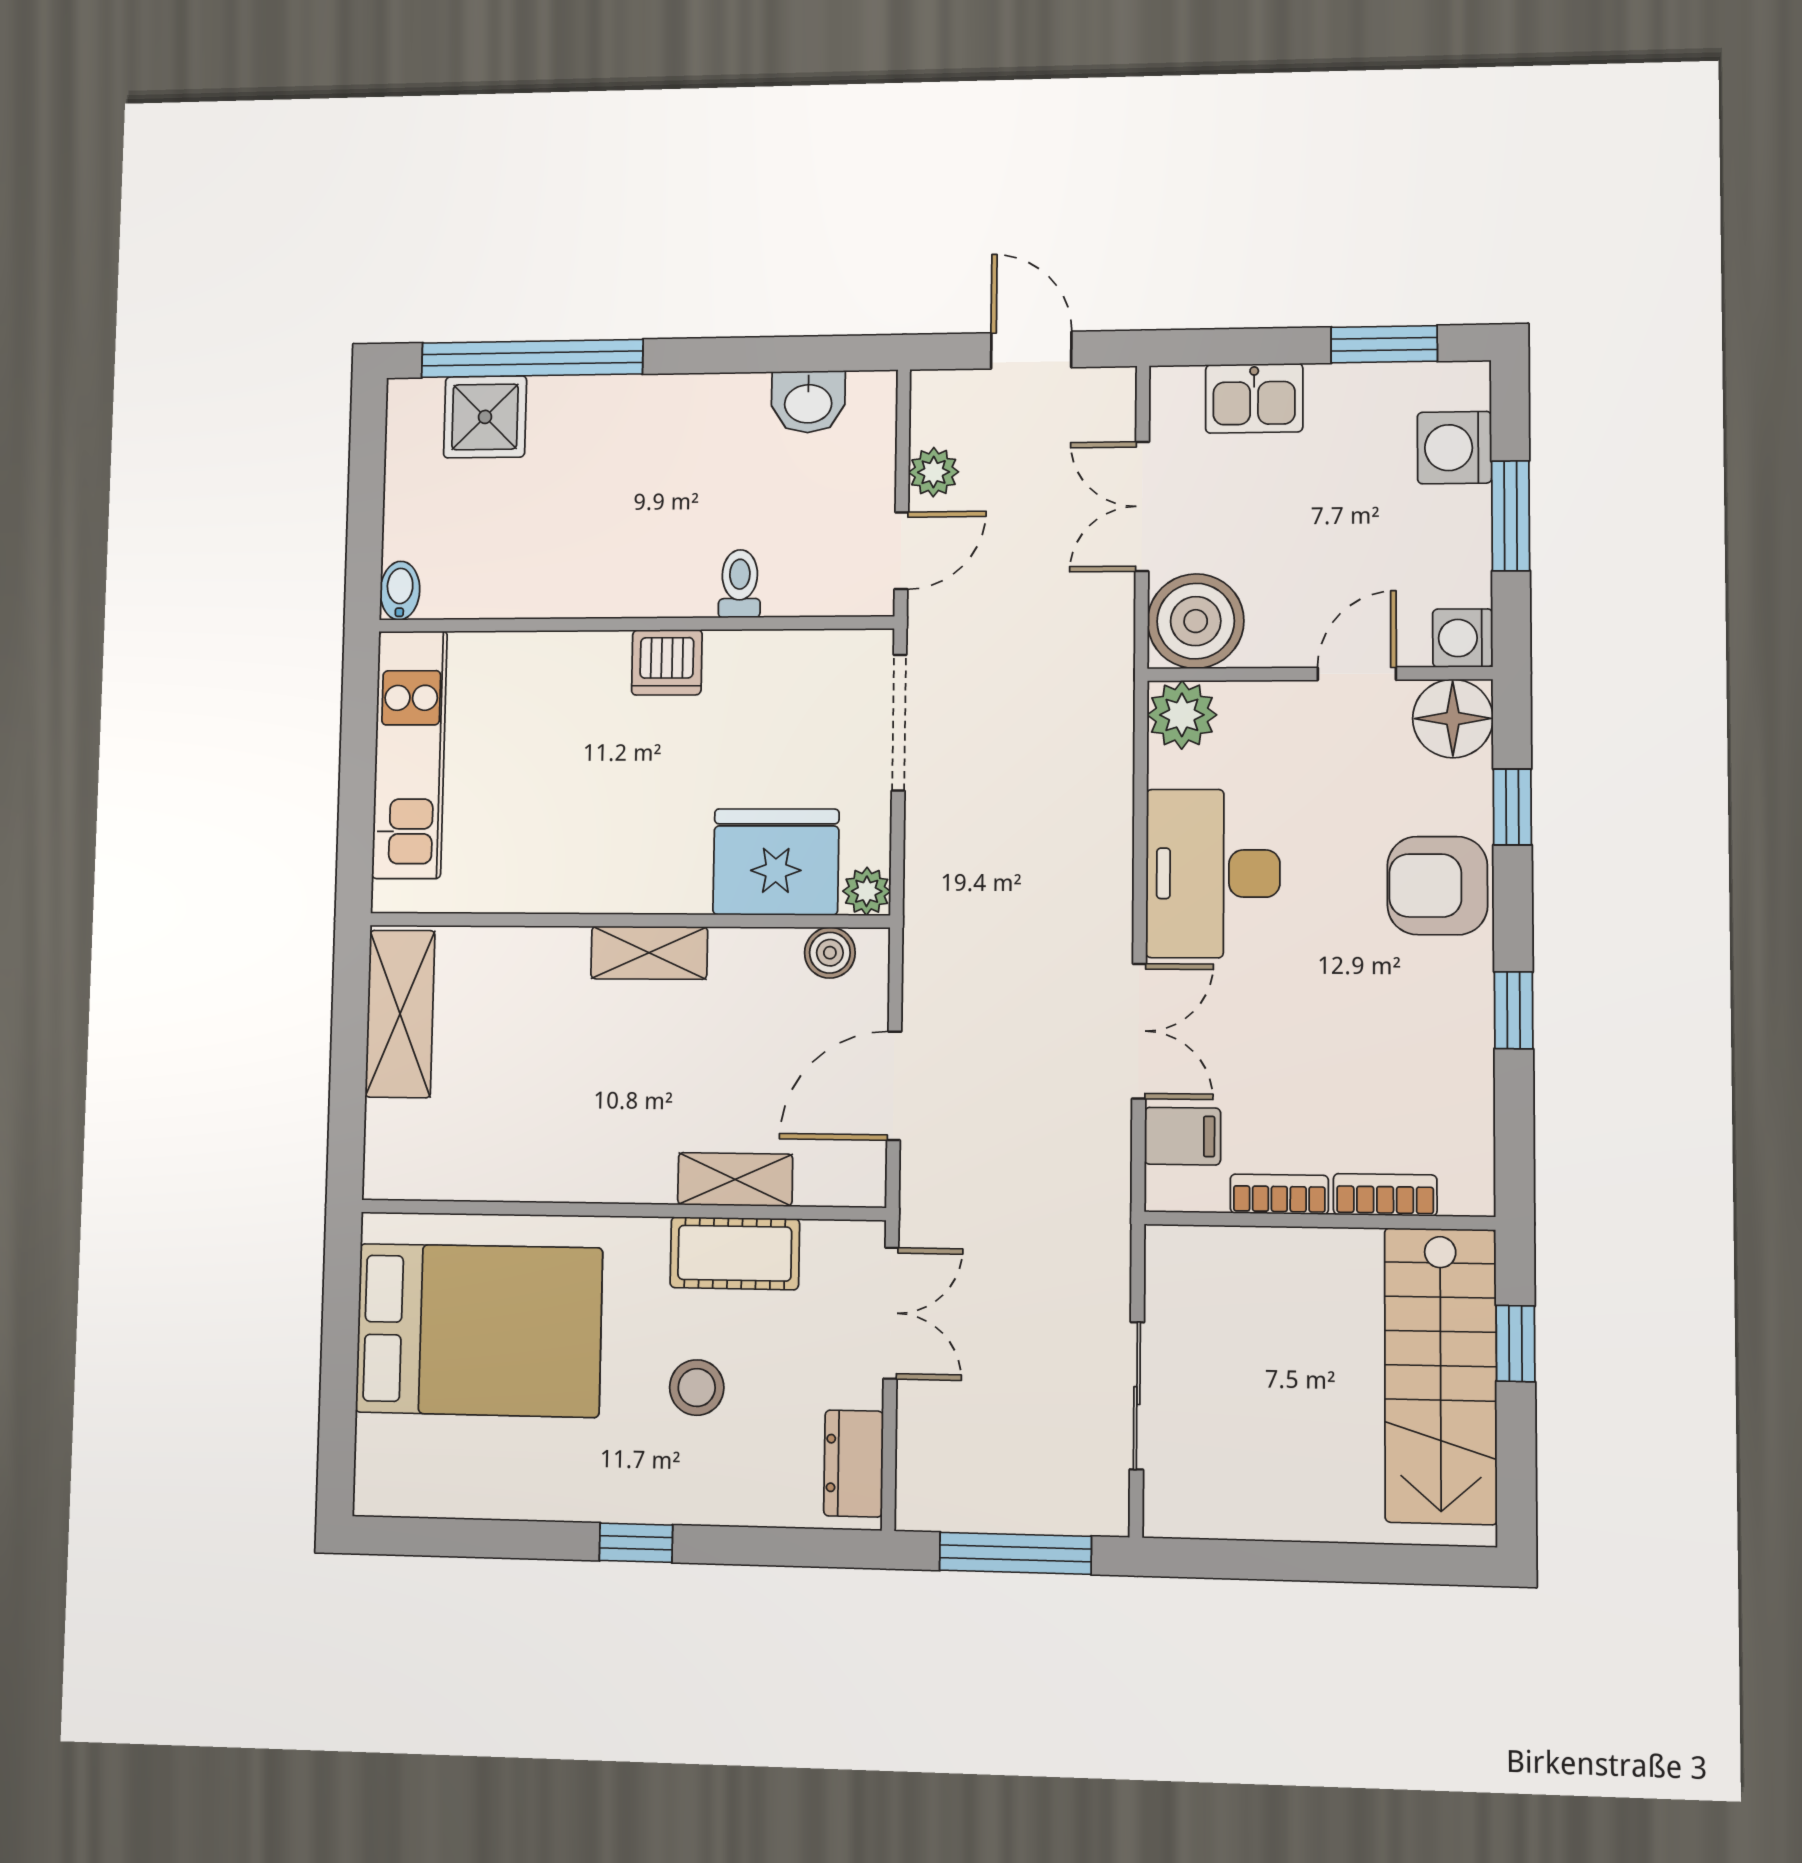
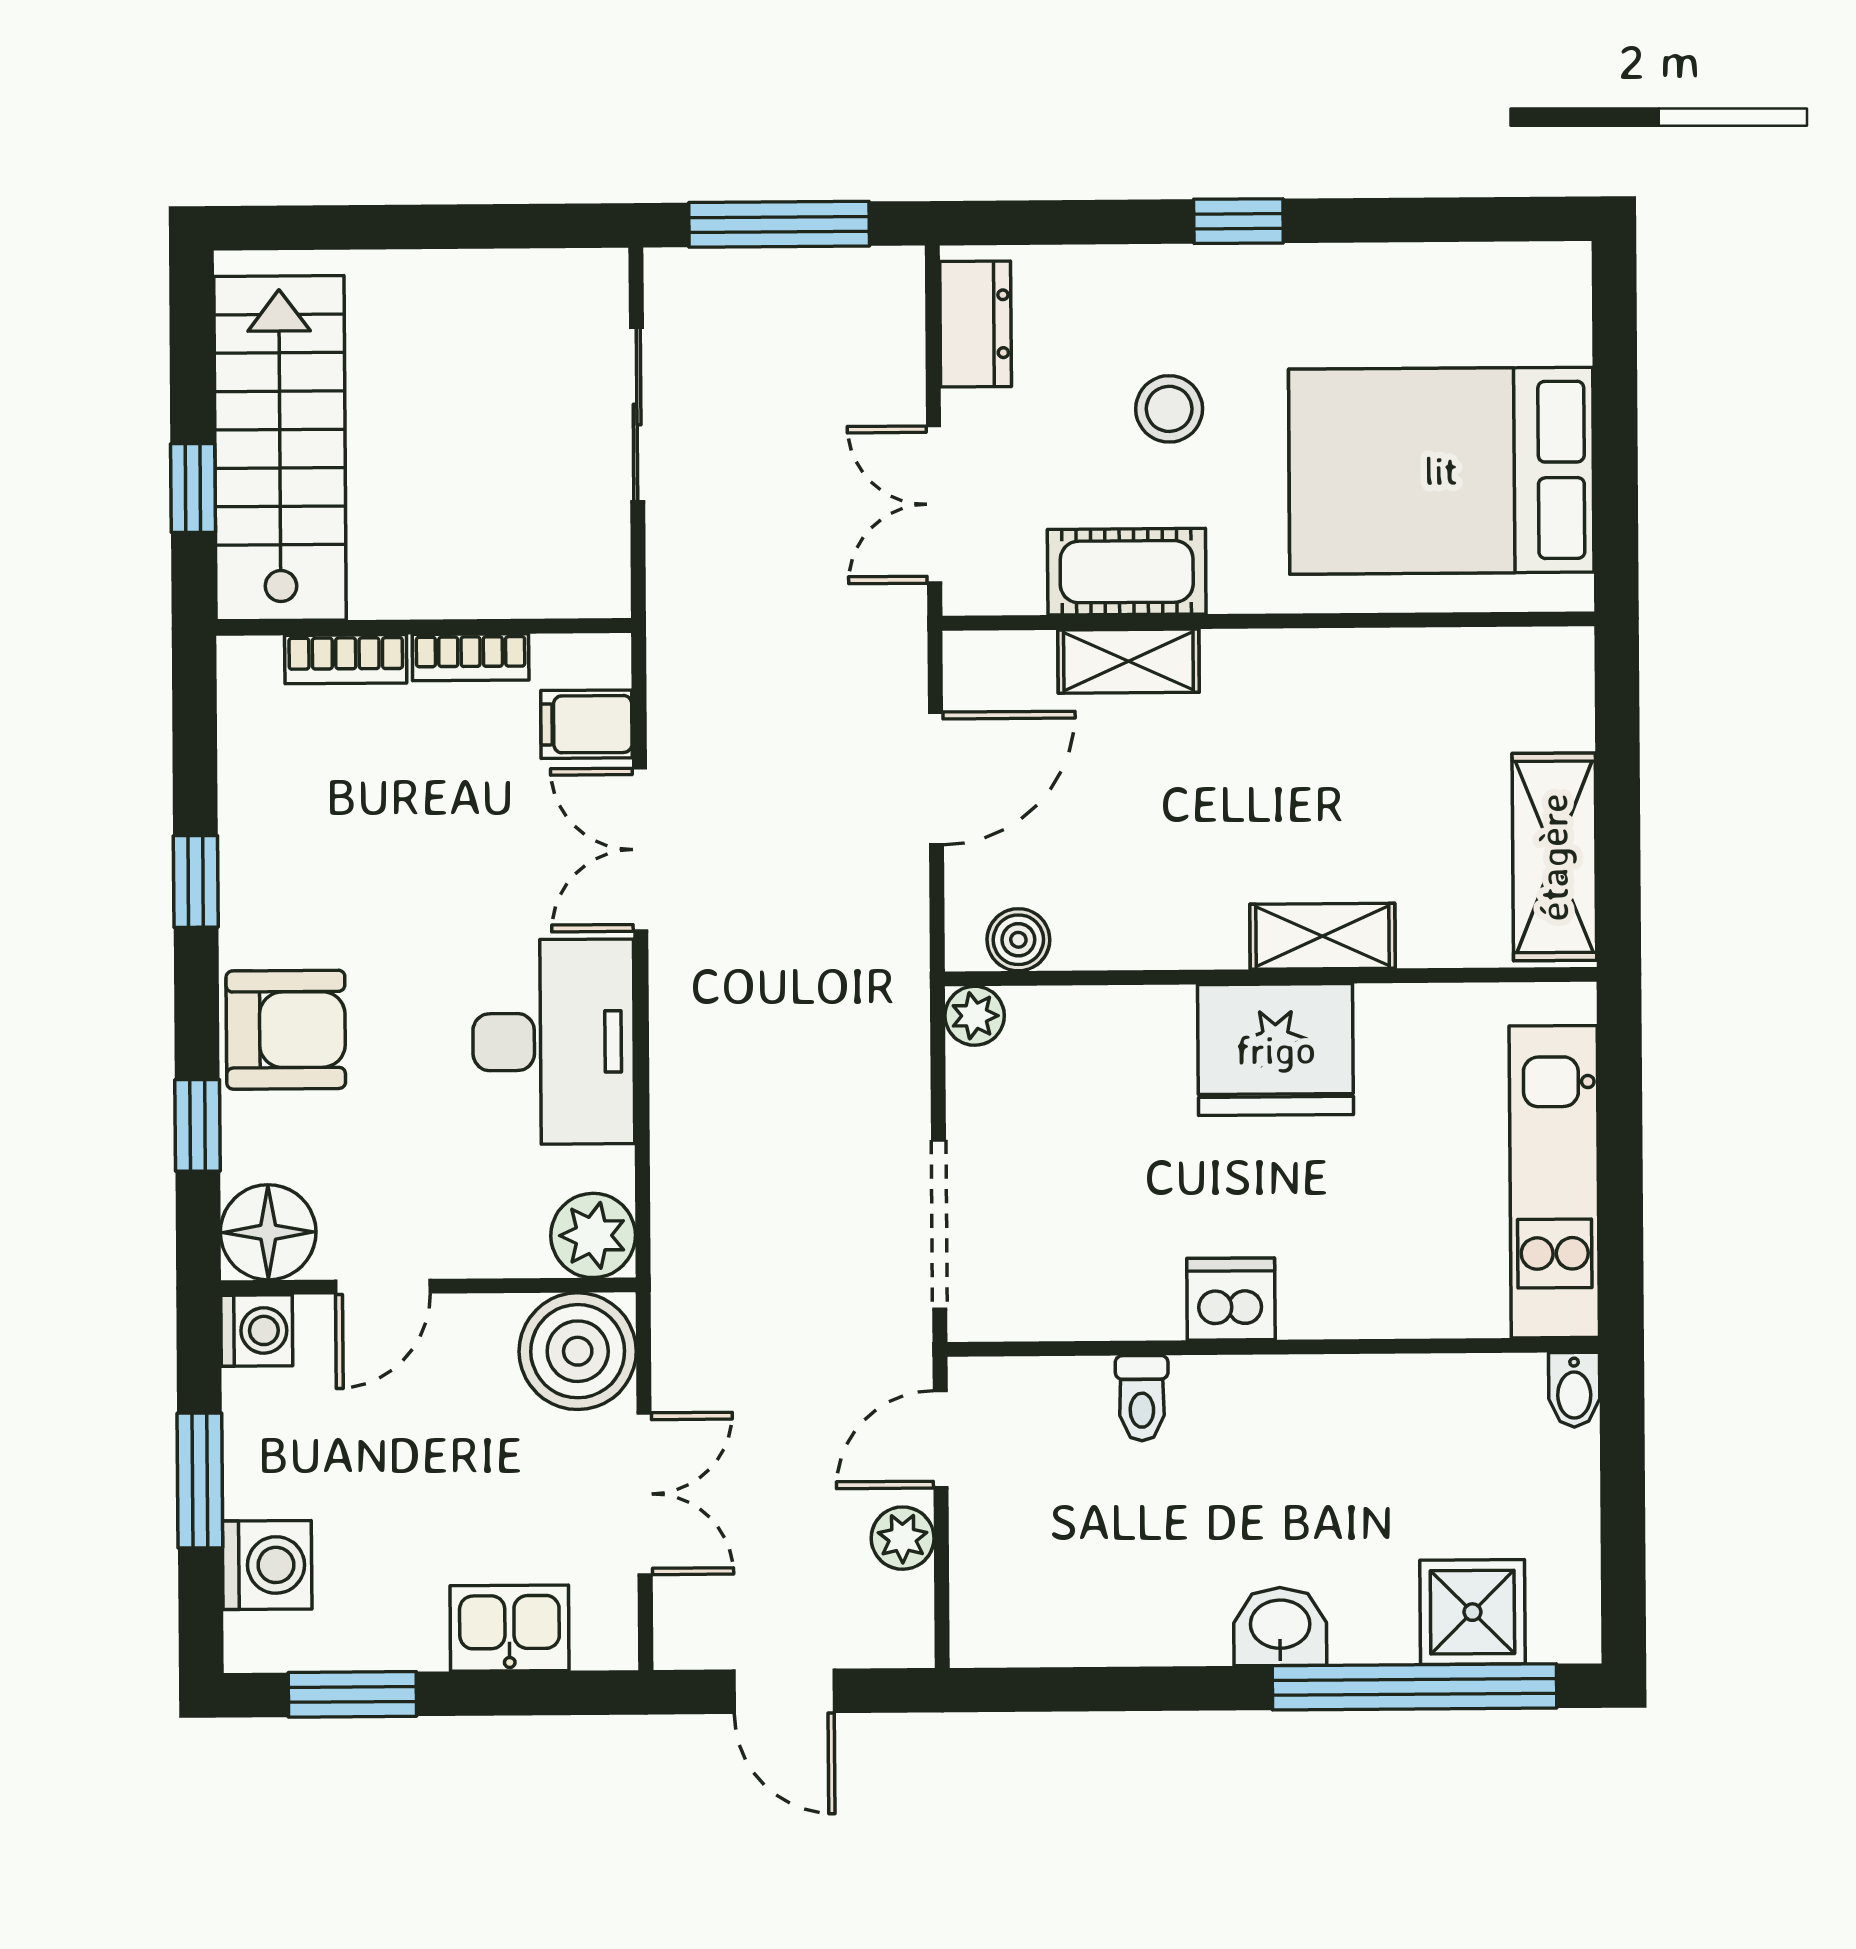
washbasin: (808, 402) -> (1280, 1627), moved
fridge: (776, 862) -> (1276, 1050), moved
shelving: (649, 953) -> (1322, 936), moved

